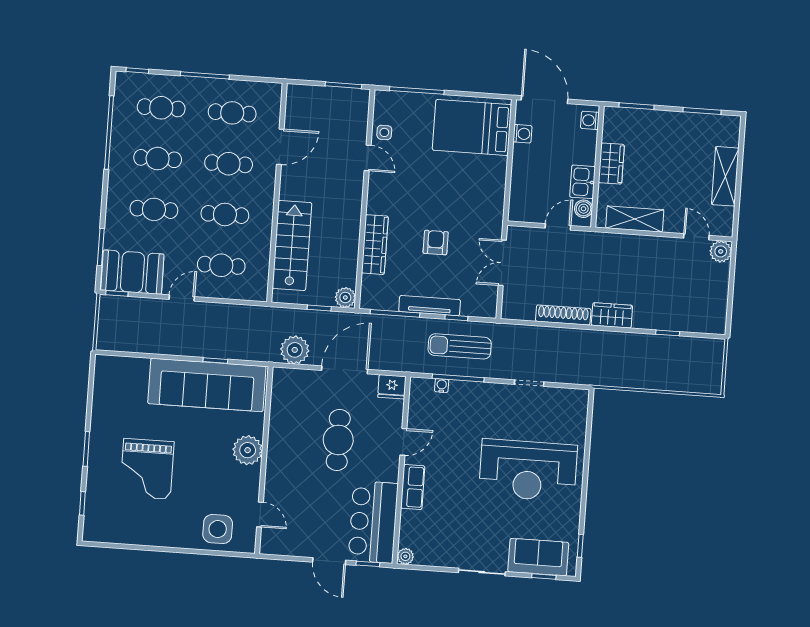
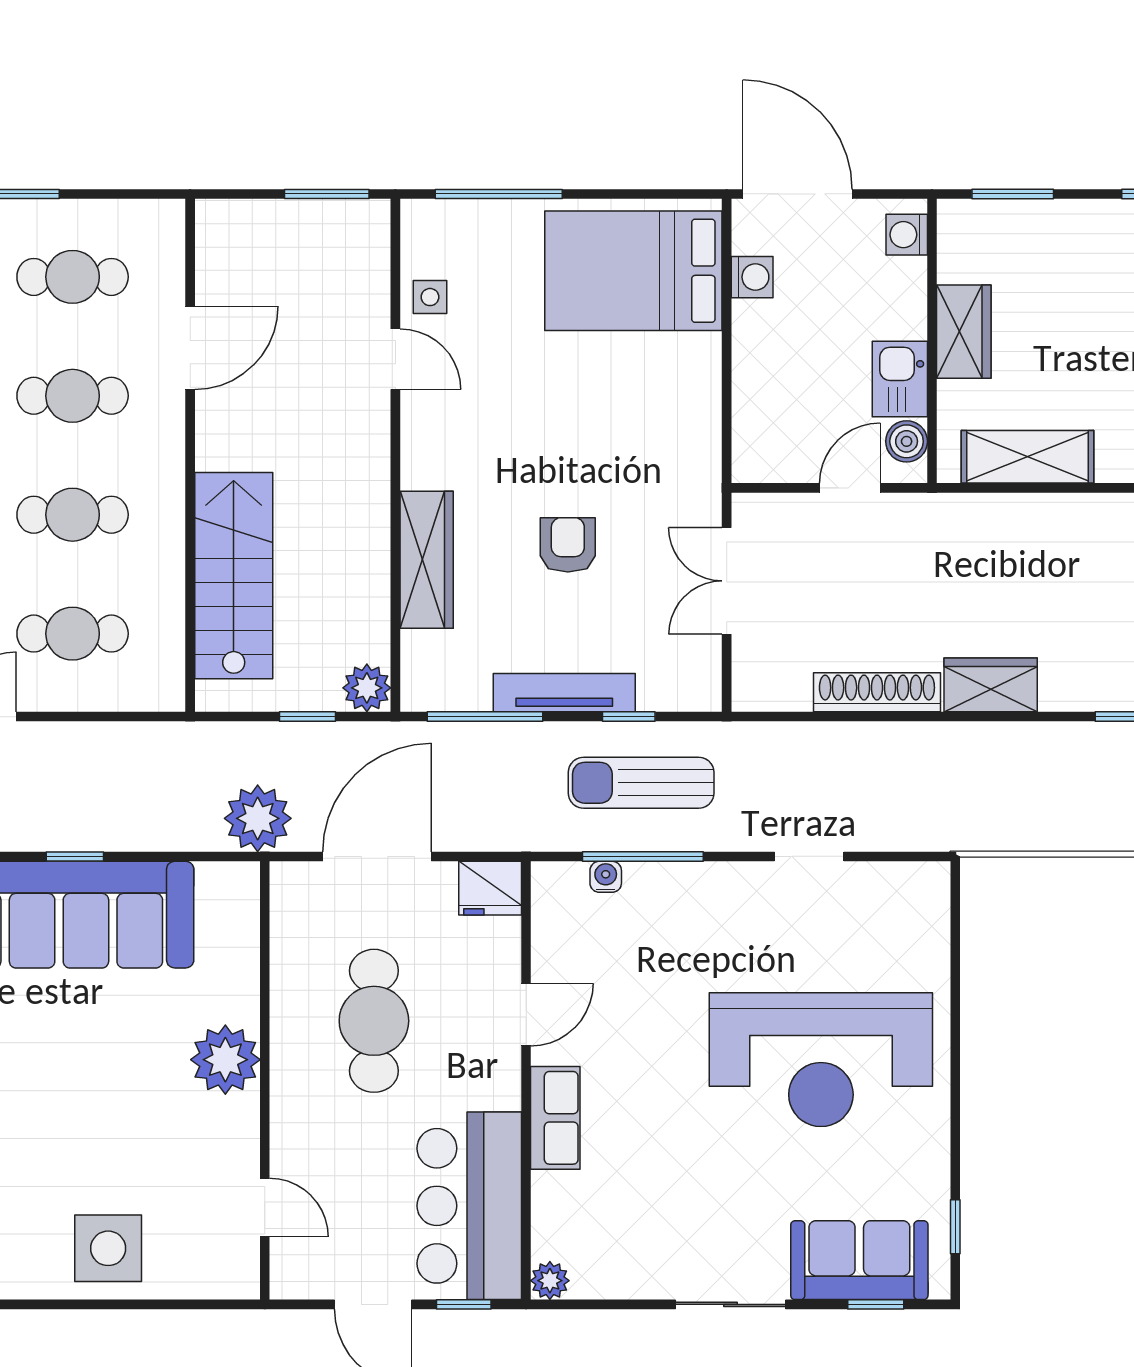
plant: (248, 450) -> (225, 1060), moved
wall: (264, 460) -> (265, 1080), moved
door: (260, 515) -> (265, 1207), moved

